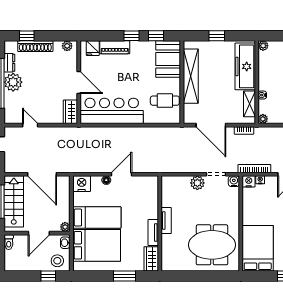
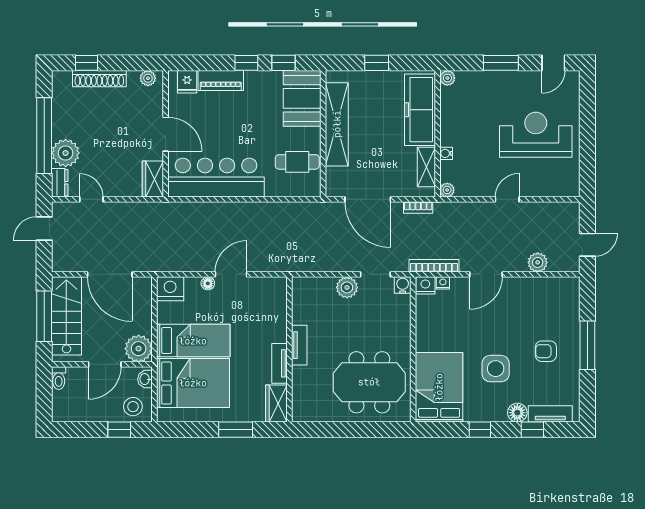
dresser: (9, 63) -> (60, 183), moved
plant: (13, 82) -> (66, 153), moved
plant: (65, 227) -> (139, 349), width x1.88, depth x1.88

